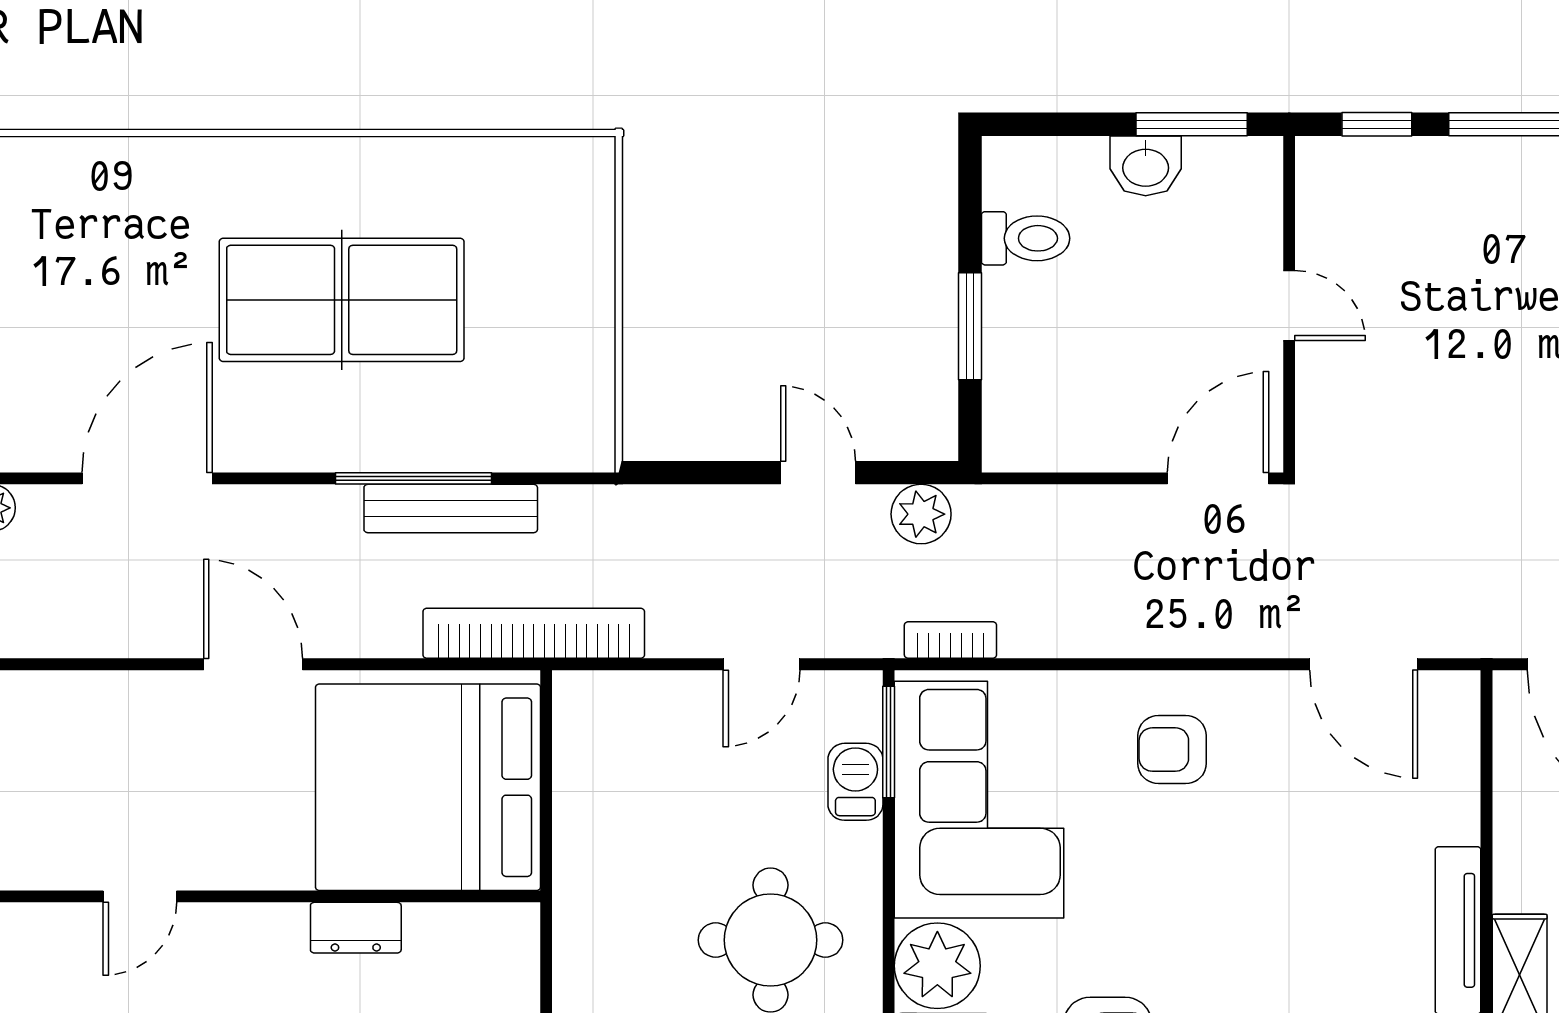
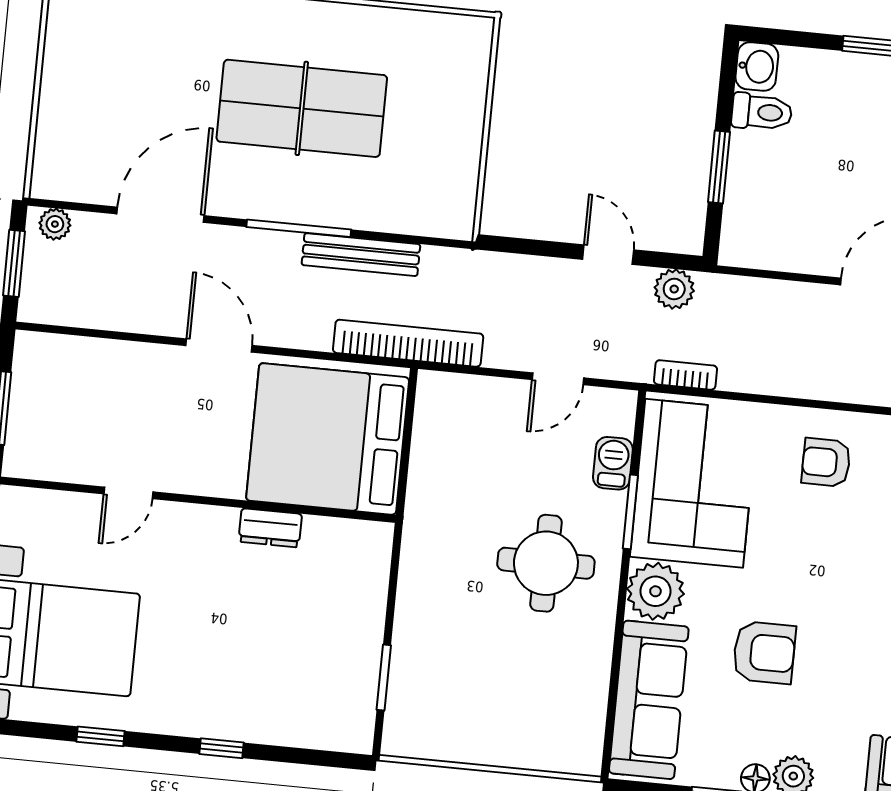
washbasin: (1146, 166) -> (757, 67), moved, turned -90
window: (413, 478) -> (299, 228), moved
window: (889, 742) -> (630, 512), moved

